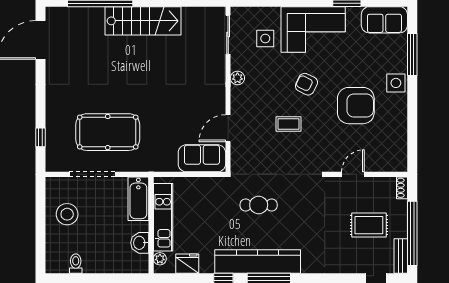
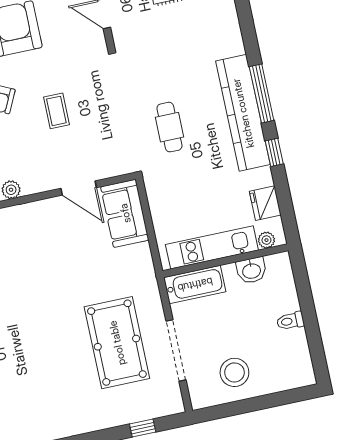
toilet: (76, 264) -> (290, 321), moved

